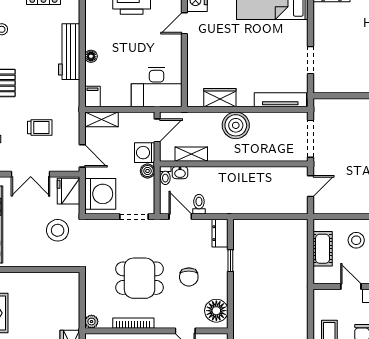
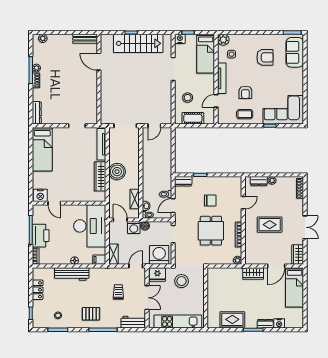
desk: (157, 87) -> (90, 226), width x1.36, depth x1.30
wardrobe: (220, 98) -> (100, 176), width x1.50
door: (311, 186) -> (154, 126), swing flipped
floor lamp: (216, 311) -> (231, 184), removed

